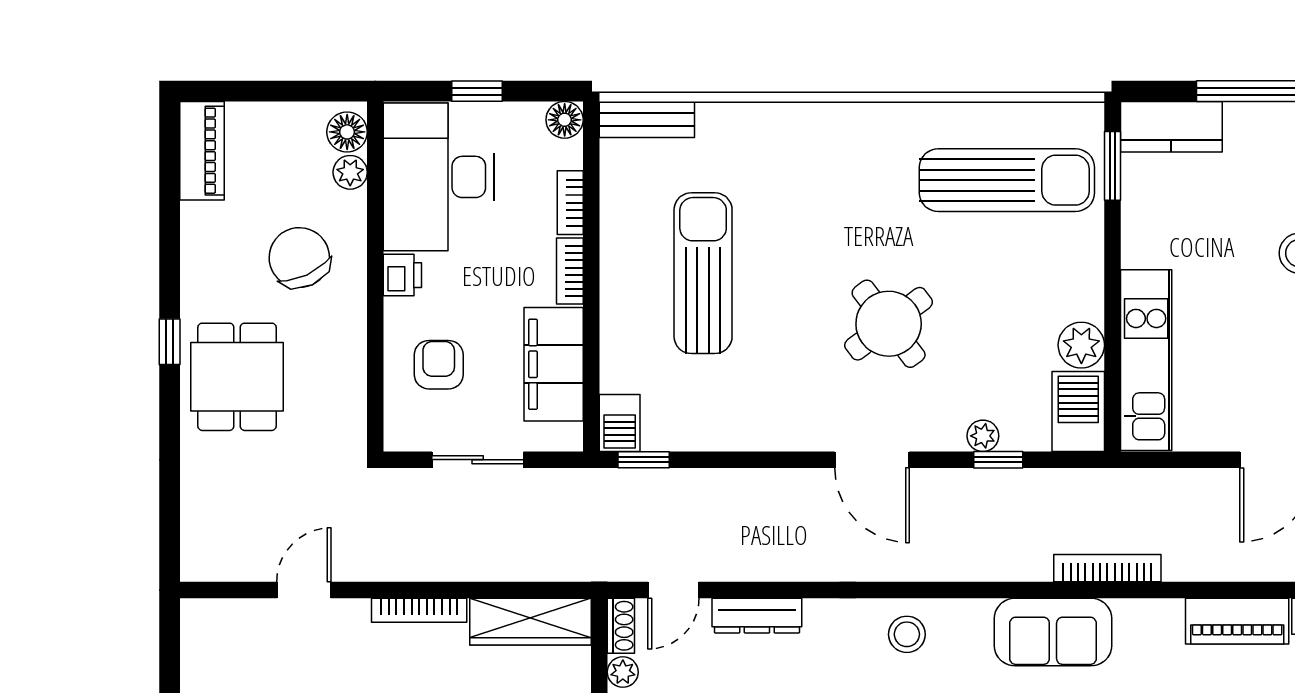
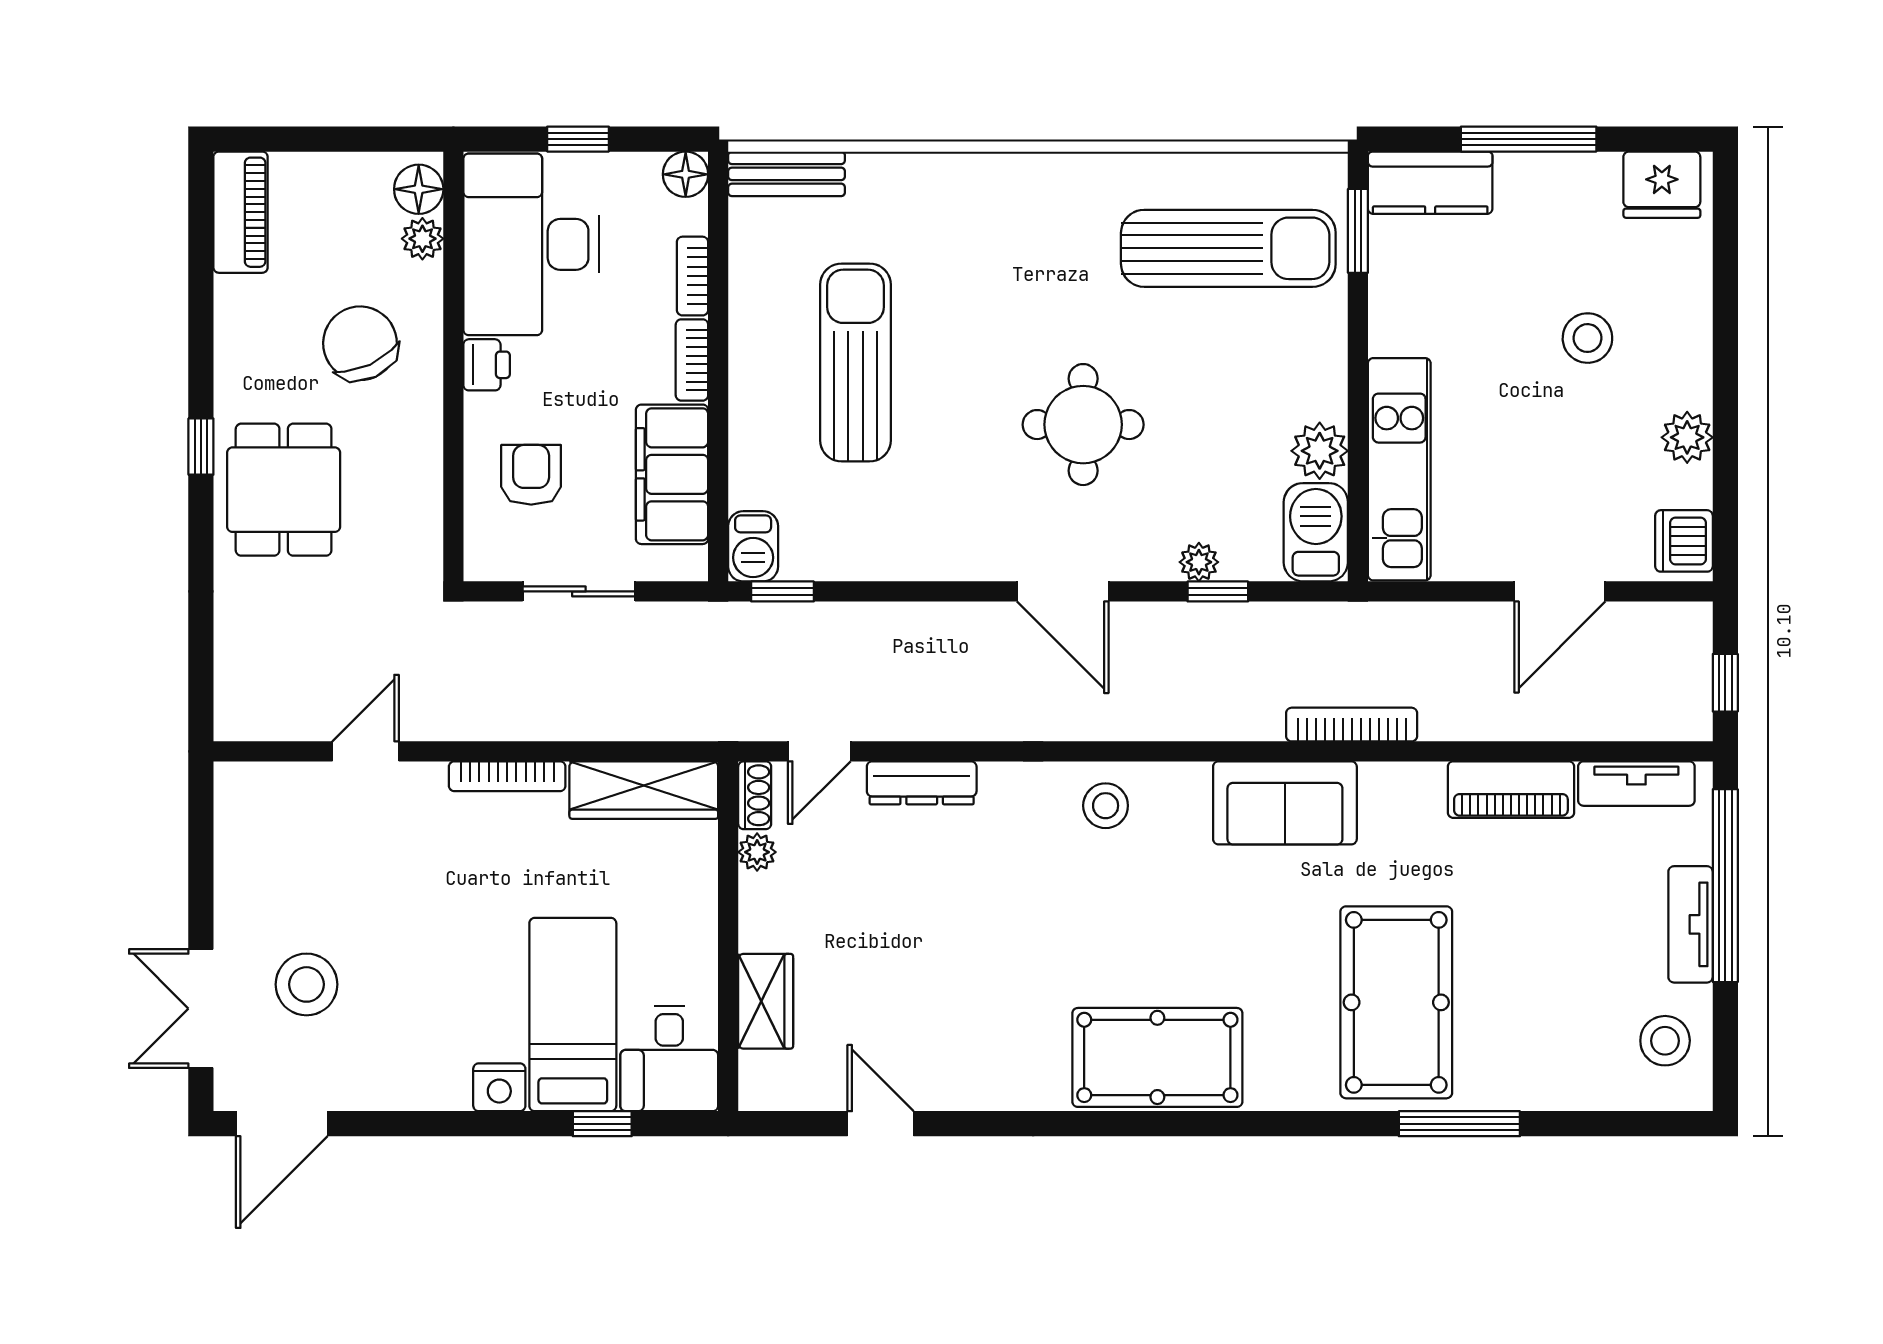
round table: (889, 324) -> (1083, 425), turned 37

